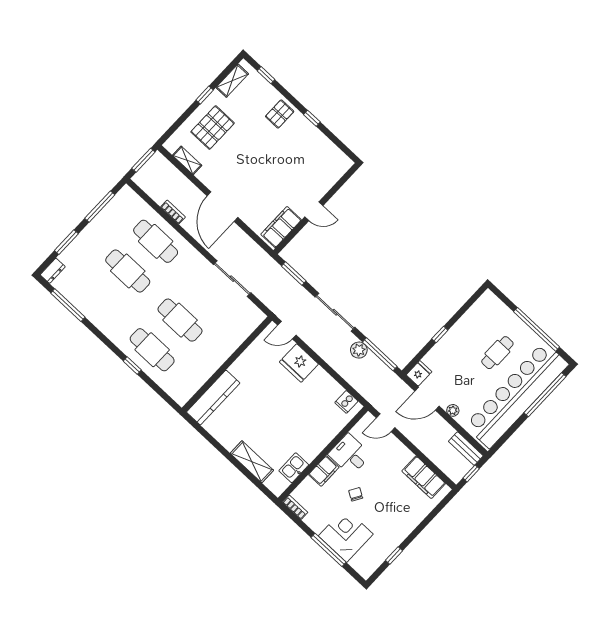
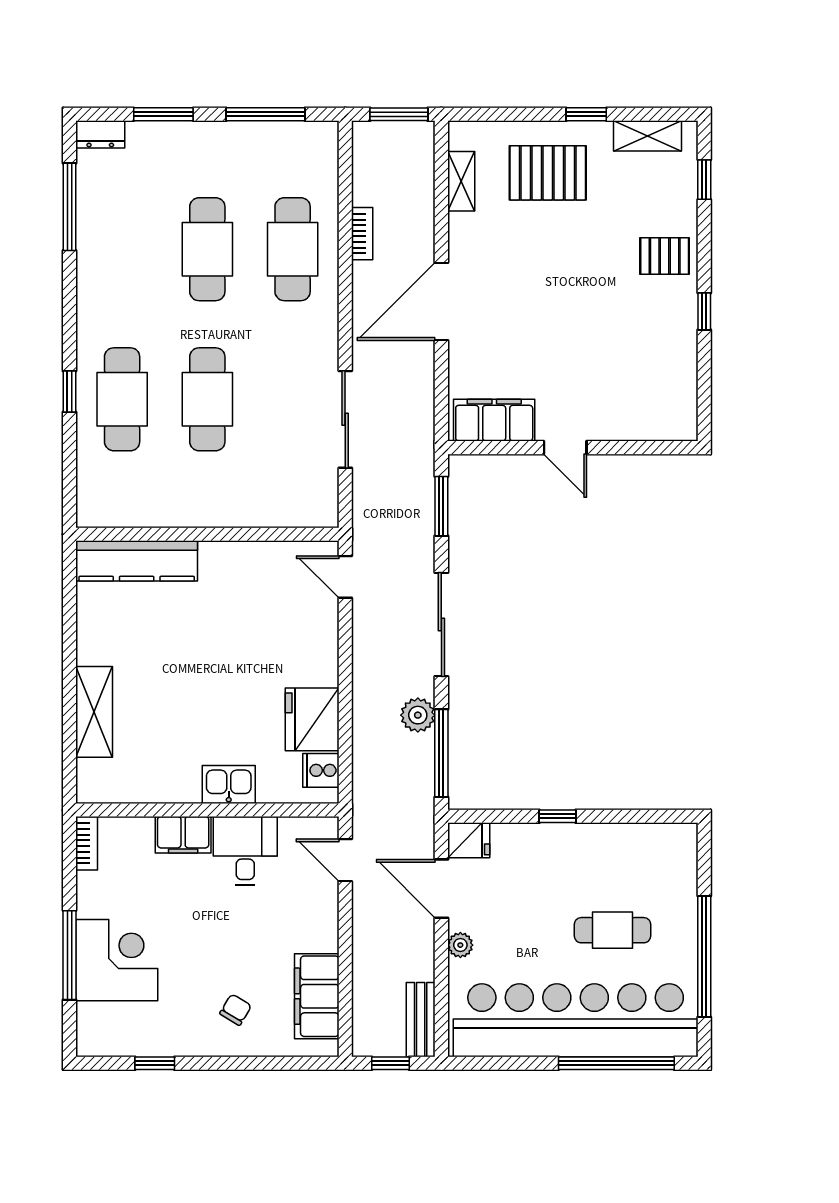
fridge: (299, 363) -> (312, 719), moved
kitchen sink: (294, 468) -> (229, 784), moved
chair: (356, 494) -> (236, 1010), moved

